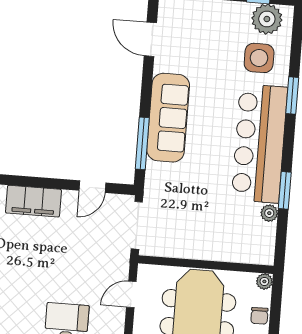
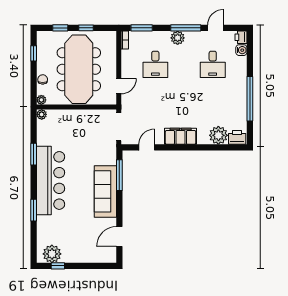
door: (150, 39) -> (119, 237), swing flipped
side table: (259, 58) -> (55, 231), removed
plant: (269, 213) -> (42, 114), moved

